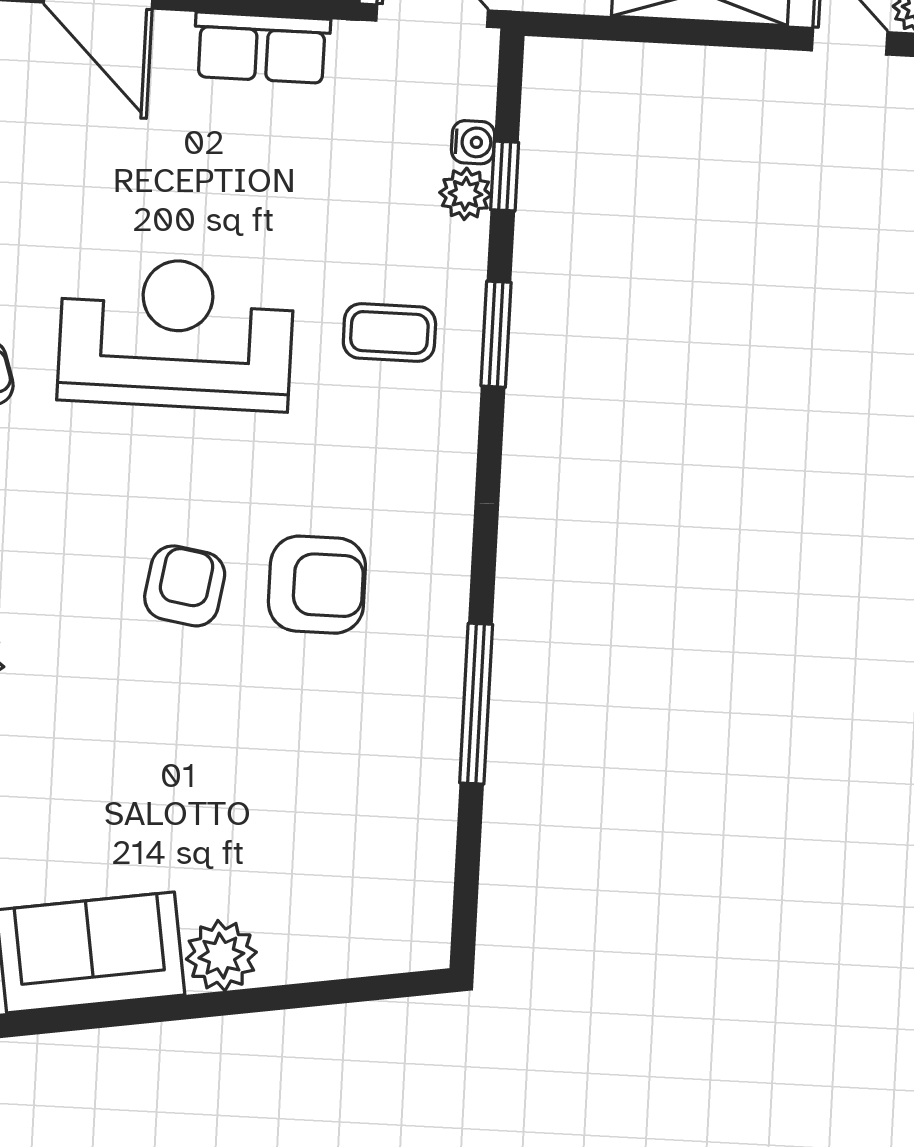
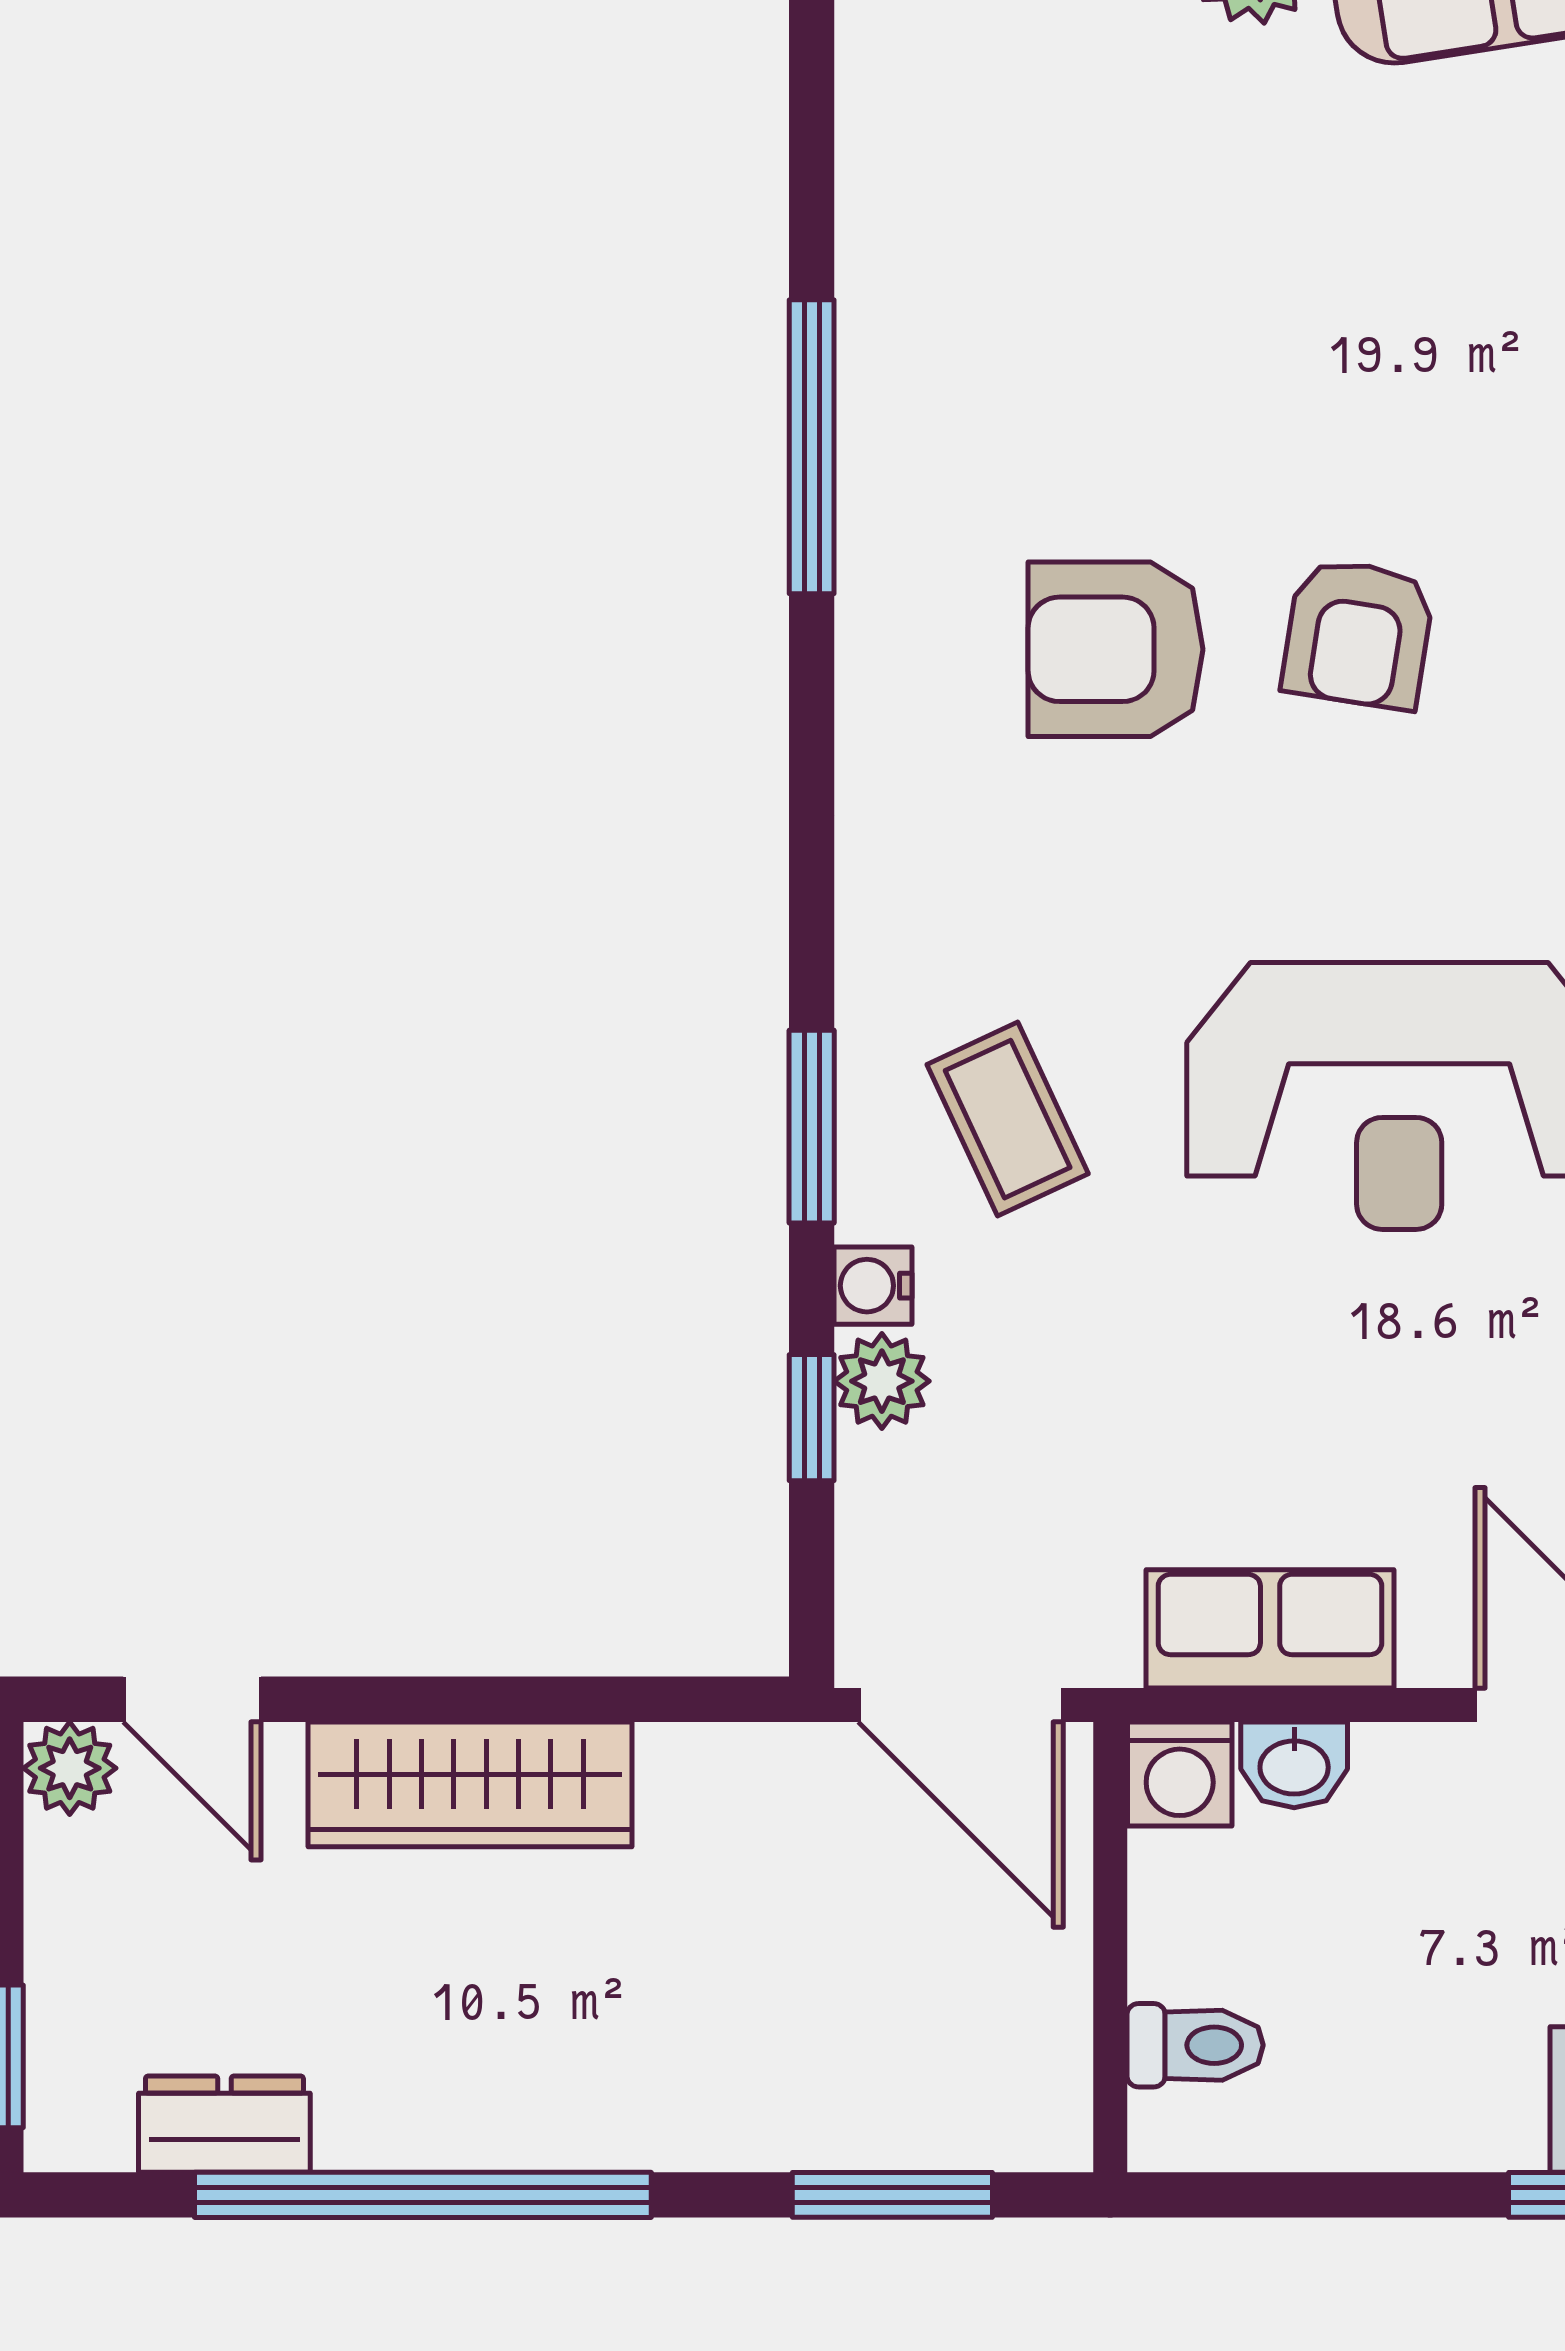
water cooler: (473, 142) -> (873, 1286), moved
coffee table: (389, 333) -> (1008, 1119), turned 65

